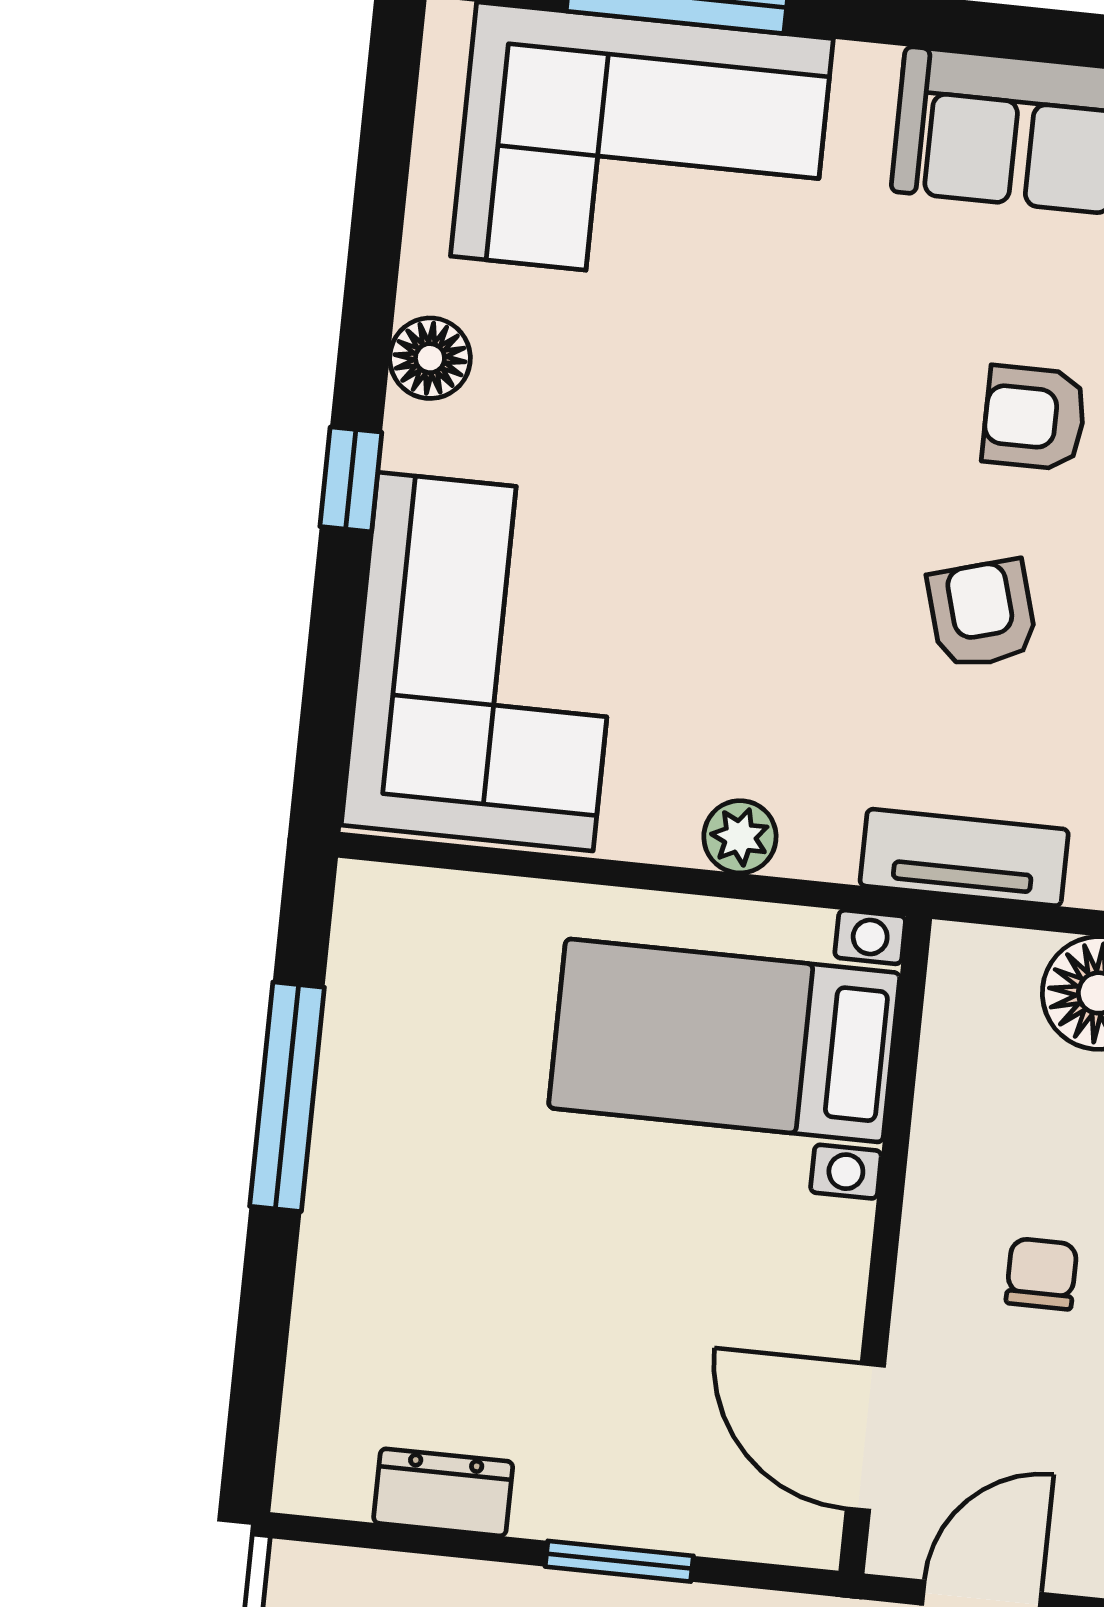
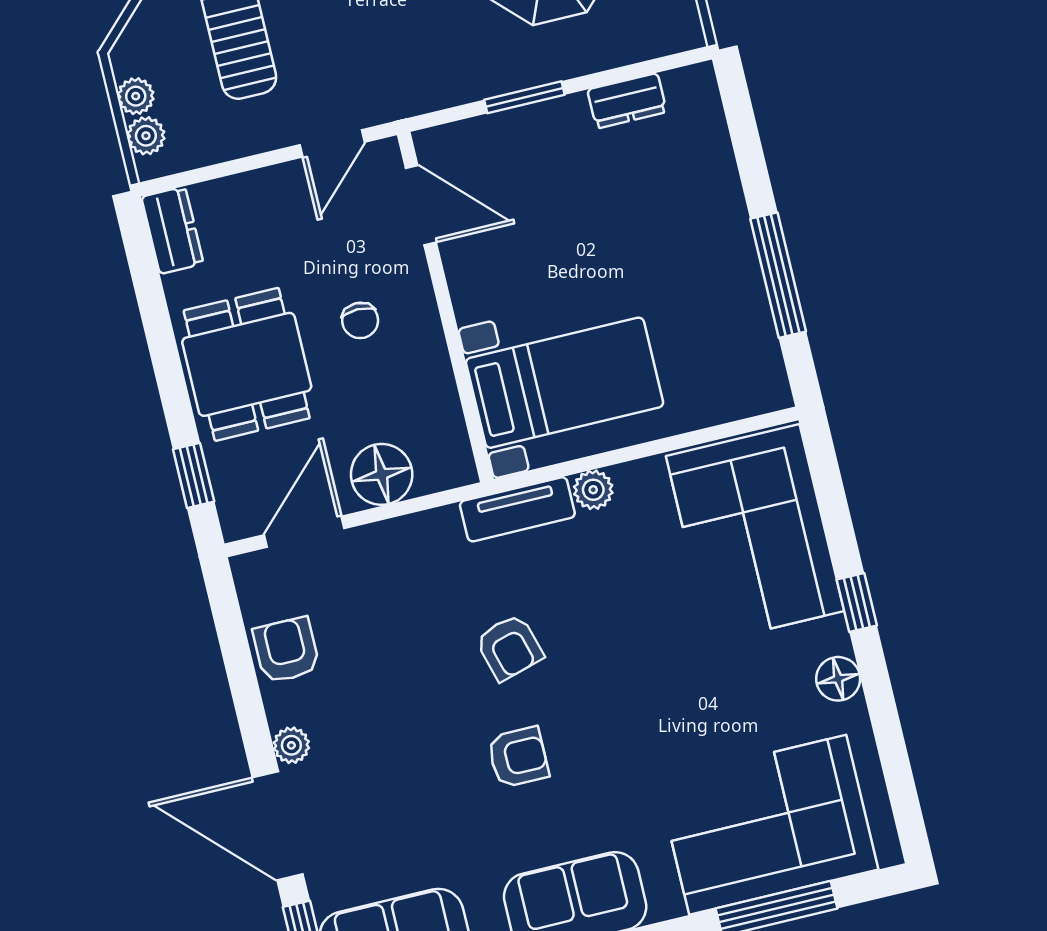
tv unit: (964, 857) -> (517, 509), moved

